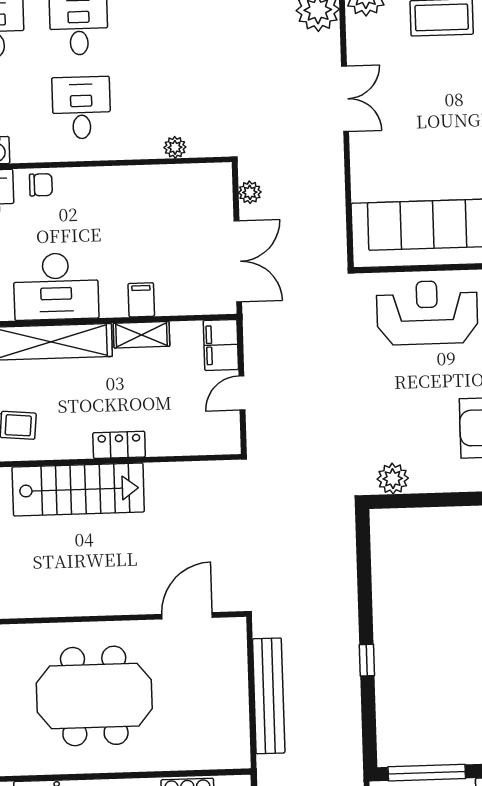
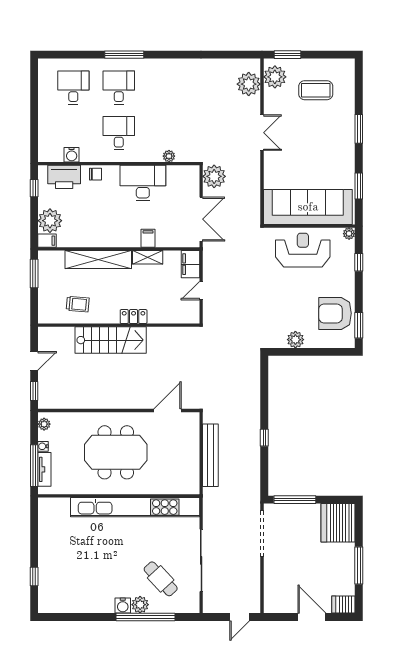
plant: (250, 192) -> (214, 176), width x1.88, depth x1.88
desk: (56, 286) -> (143, 183), moved, turned 180
plant: (393, 479) -> (295, 340), moved

